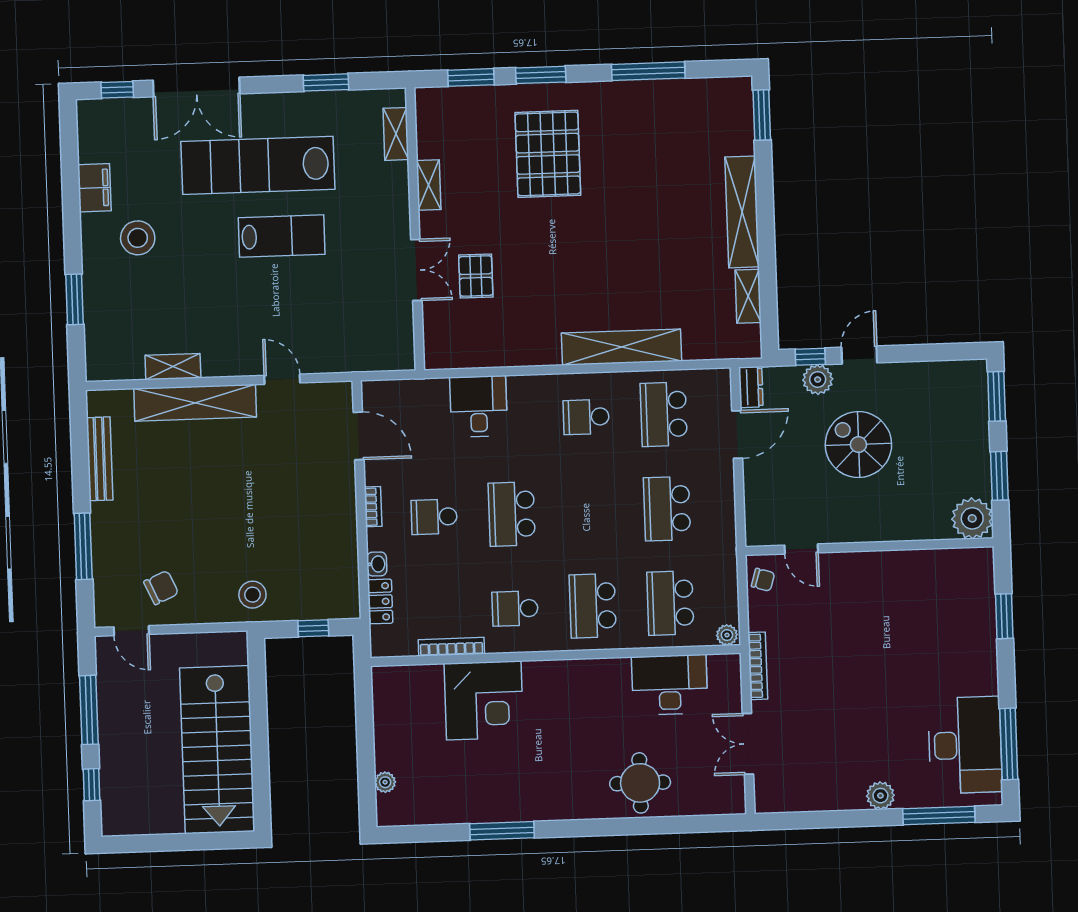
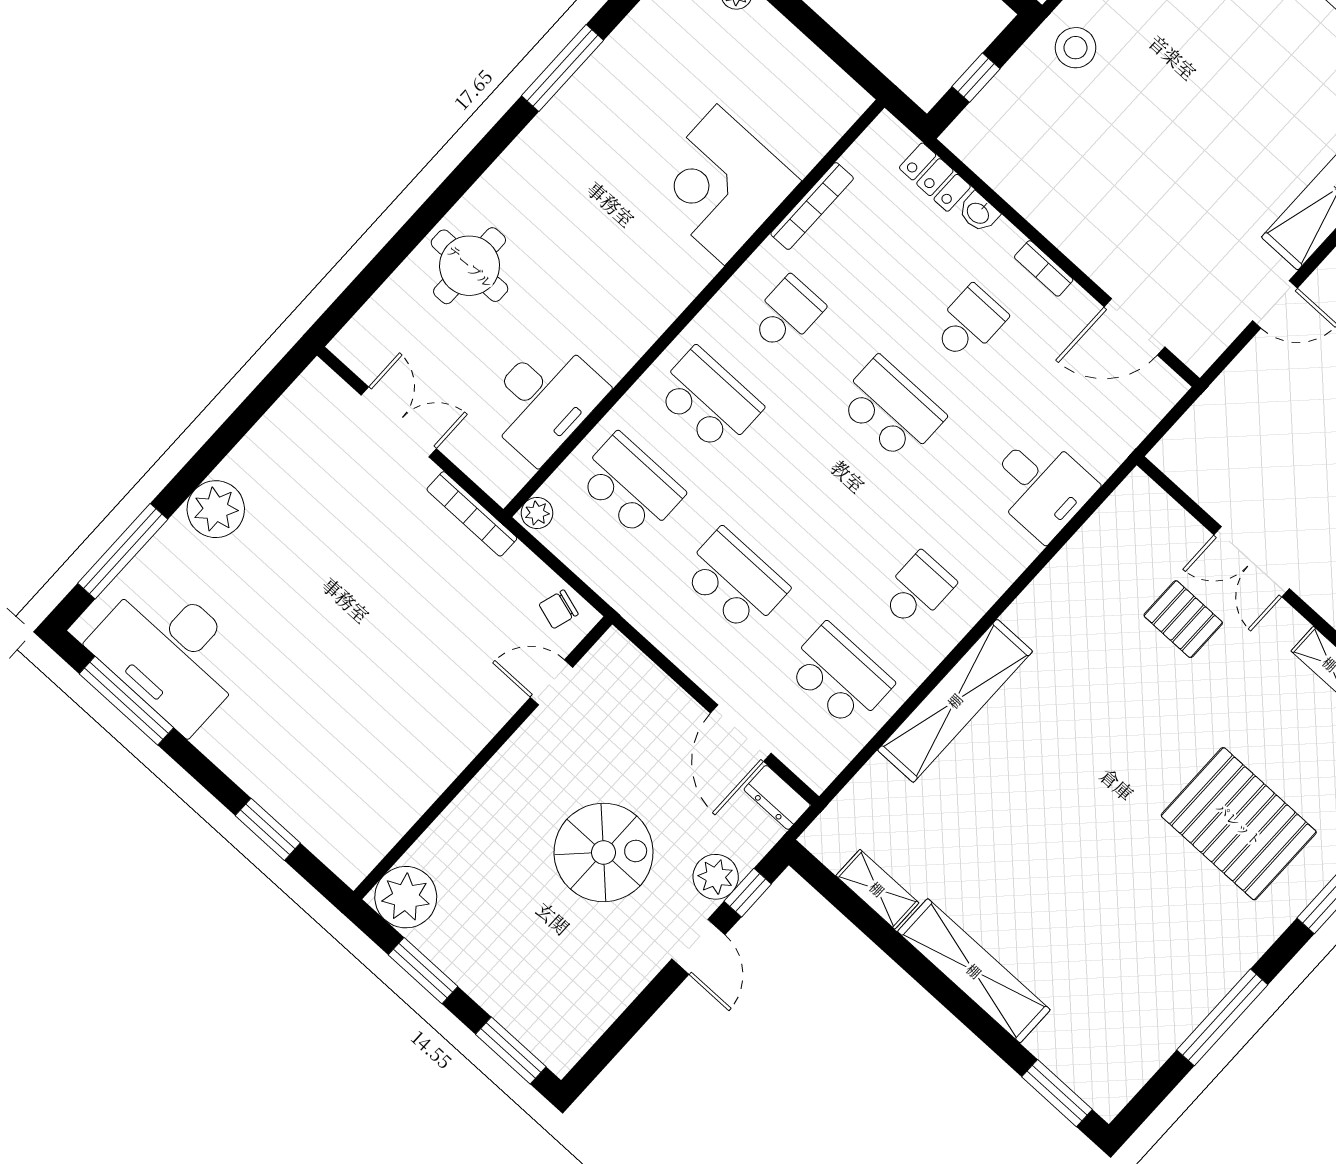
plant: (880, 796) -> (216, 509), width x1.36, depth x1.36

